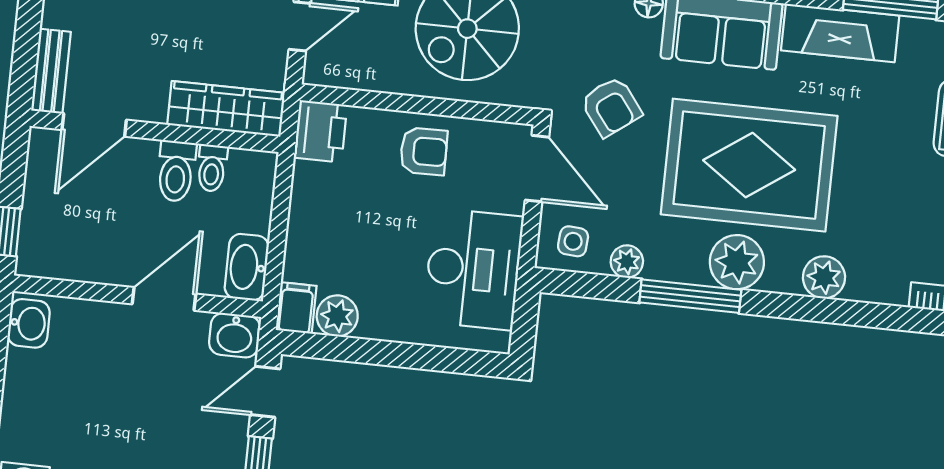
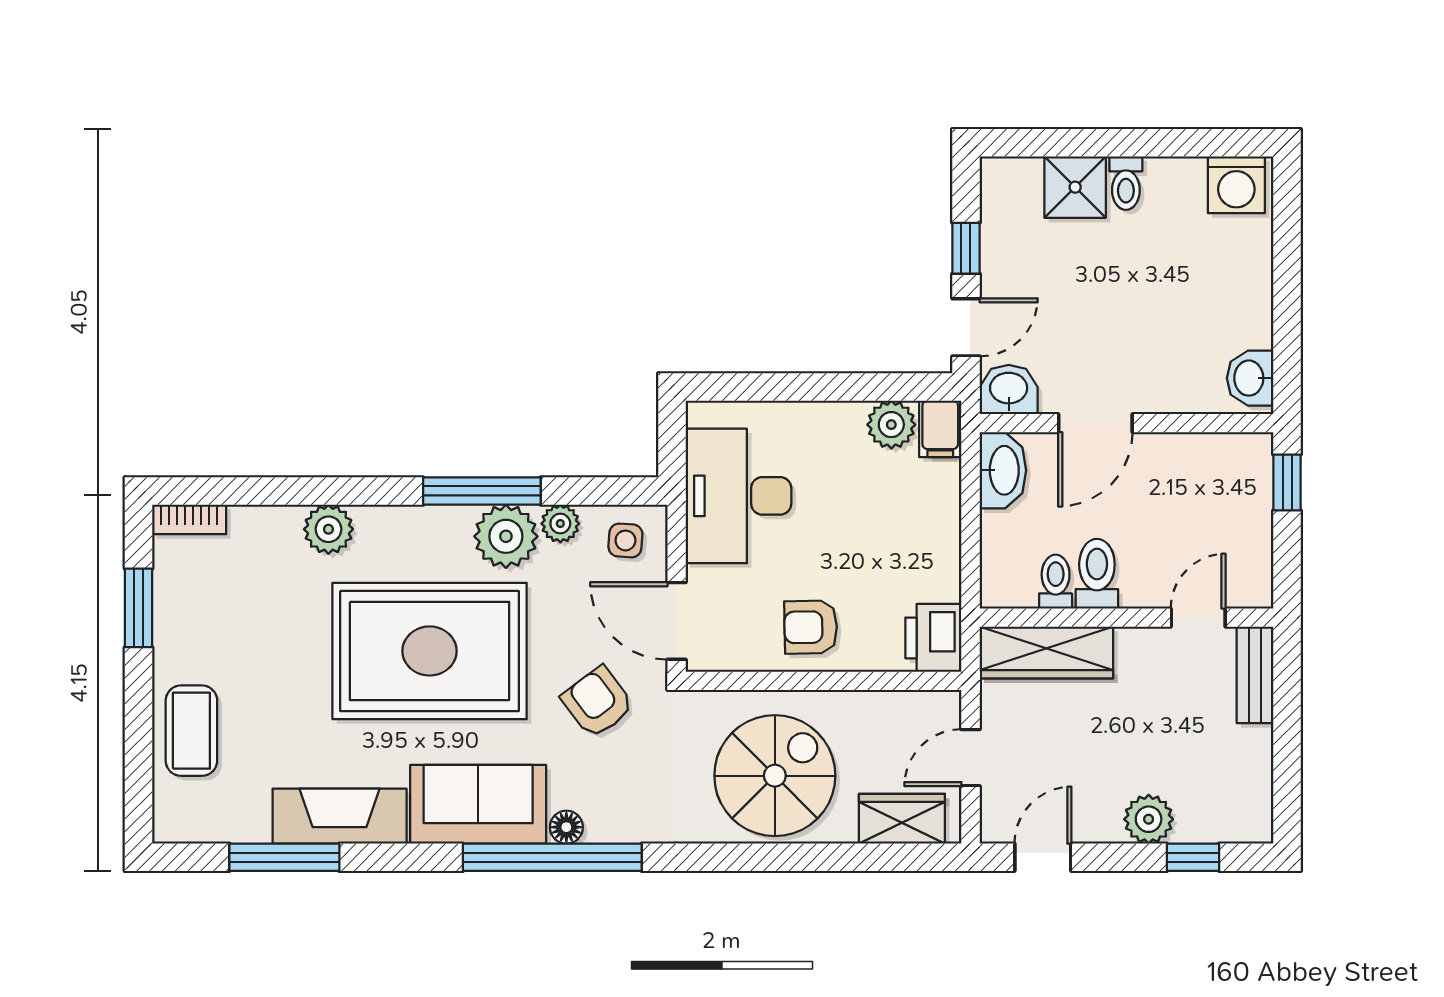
door: (94, 125) -> (1198, 618), width x0.73
plant: (737, 262) -> (506, 536), moved

